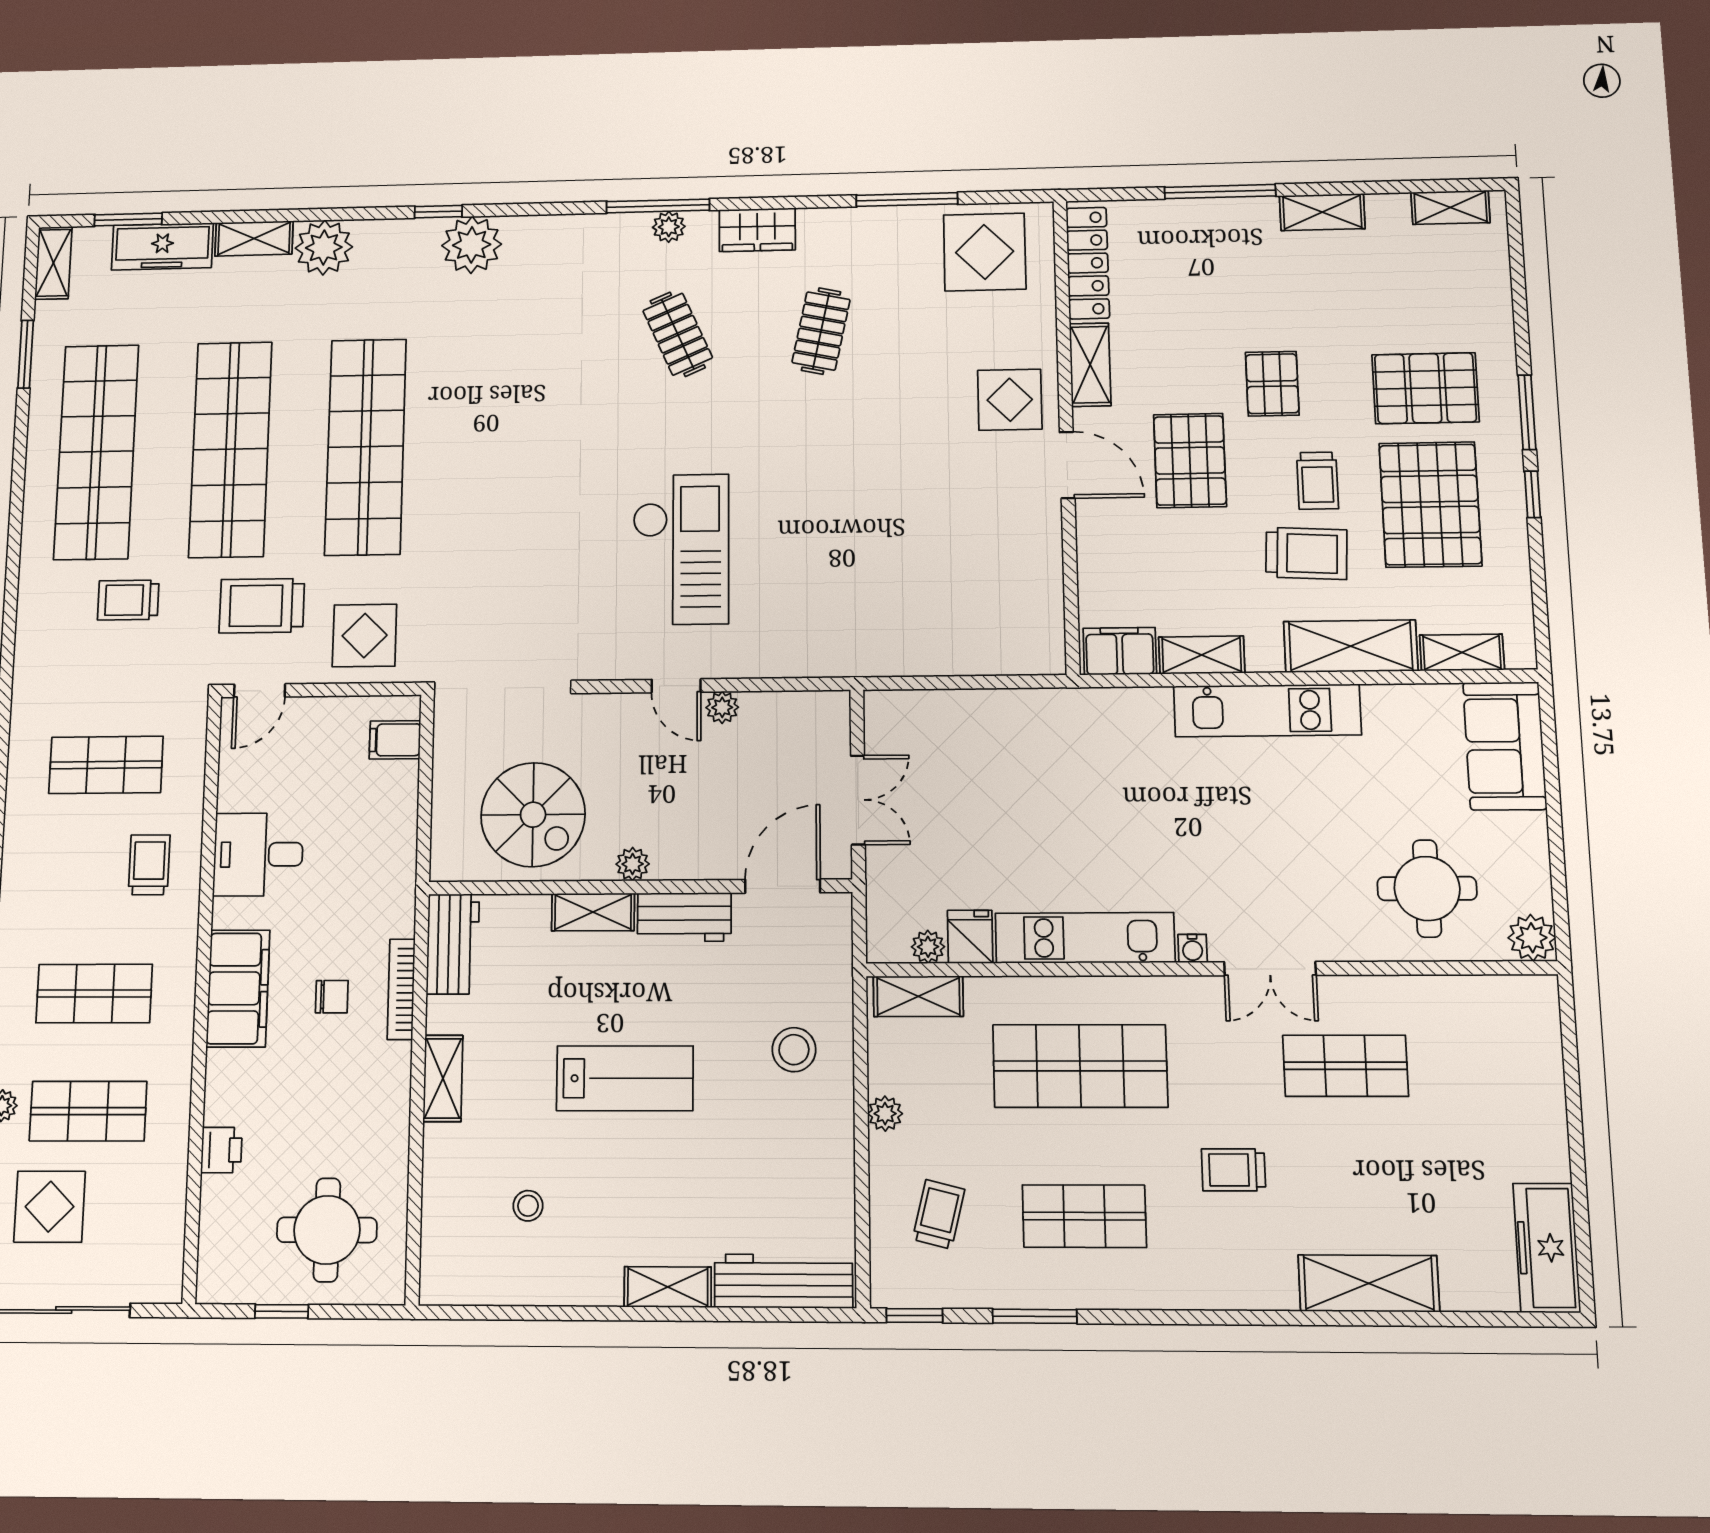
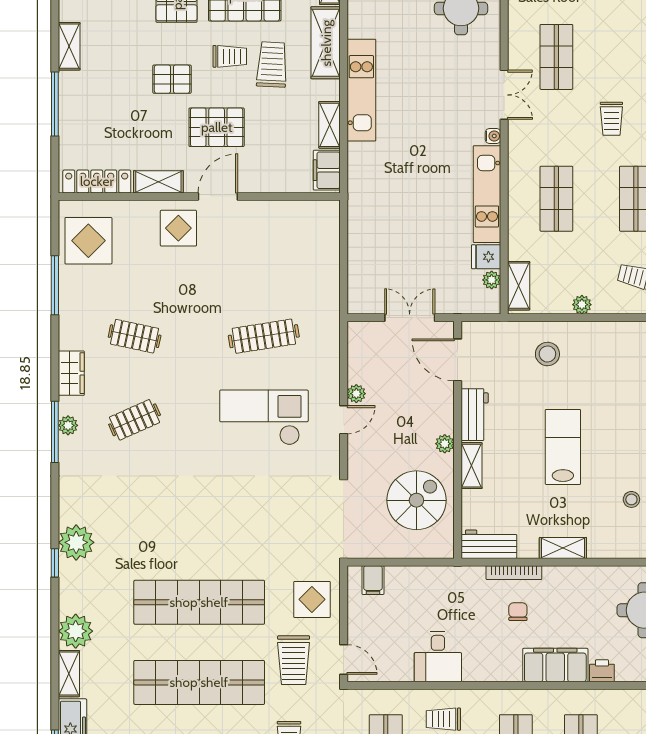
clothes rail: (823, 547) -> (264, 336), added
filing cabinet: (238, 988) -> (555, 665), moved
shop shelf: (1080, 1066) -> (556, 199), width x0.70, depth x0.74

